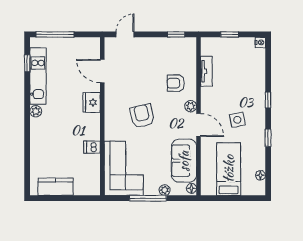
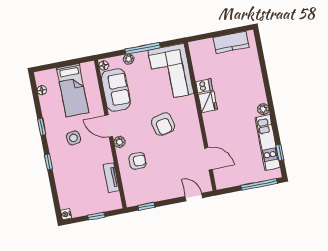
door: (125, 34) -> (194, 197), swing flipped
fridge: (92, 102) -> (208, 102), moved

